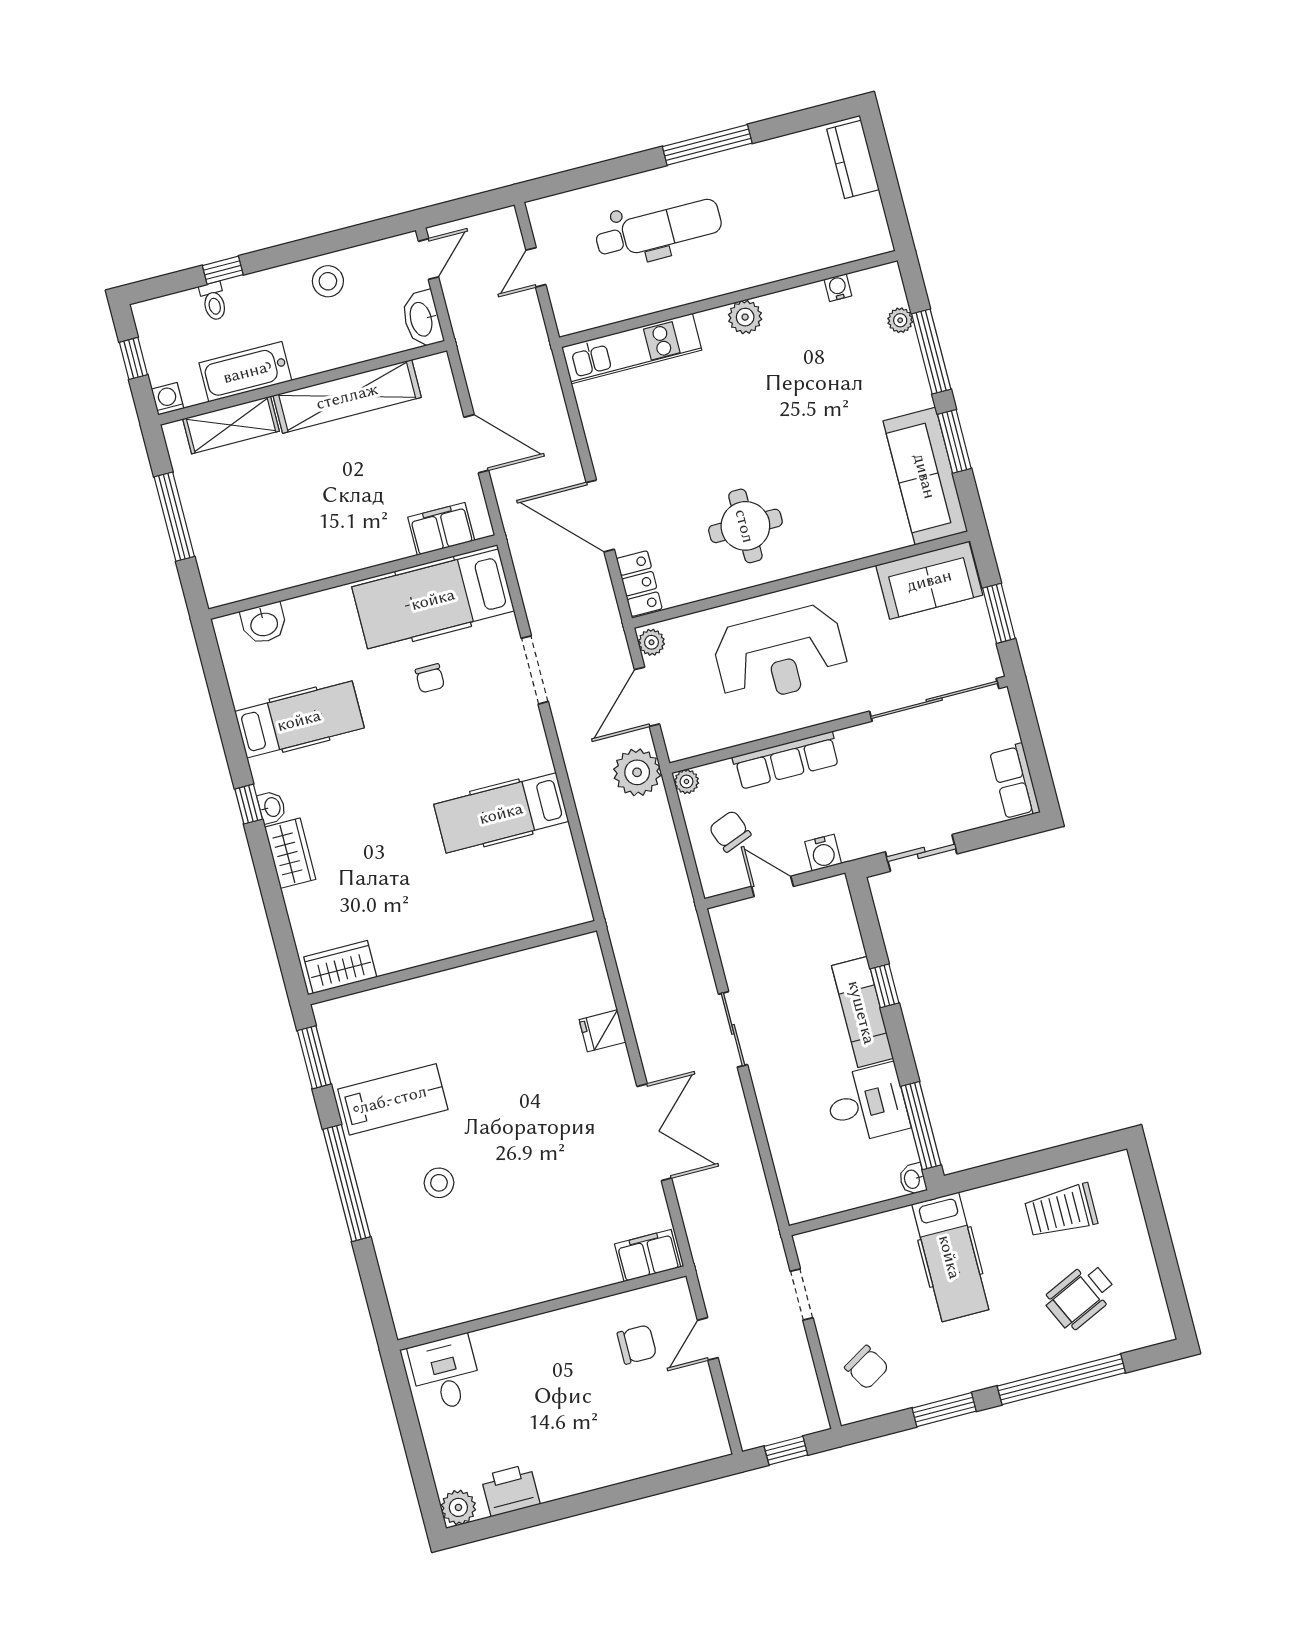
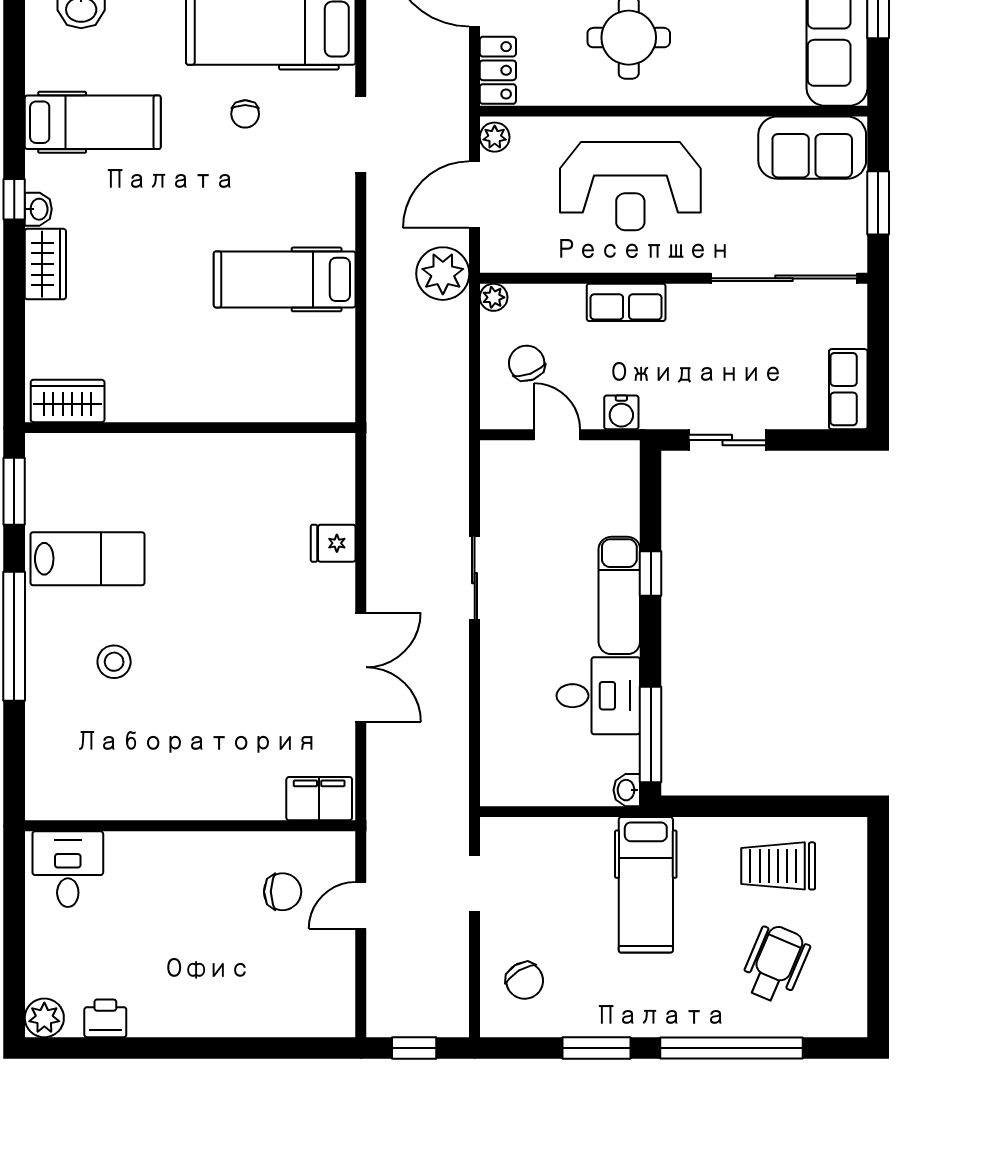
row of seats: (786, 760) -> (626, 302), width x0.68
wheelchair: (1080, 1296) -> (775, 964), turned 138
printer: (510, 1490) -> (105, 1018), width x0.73, depth x0.81

